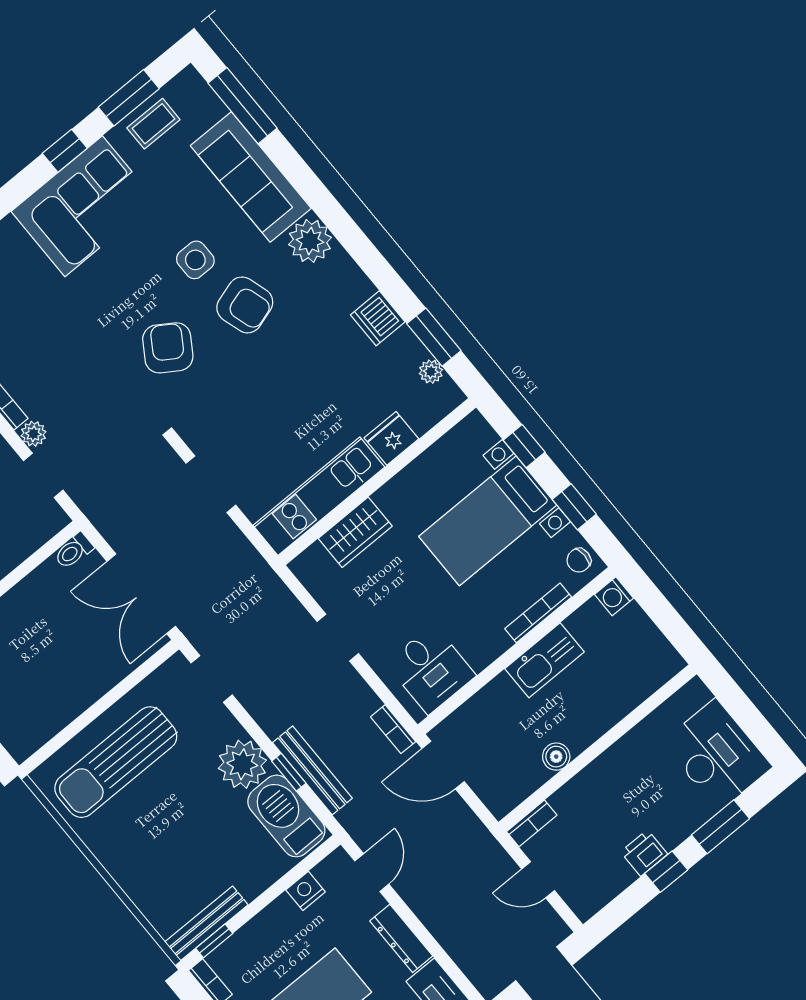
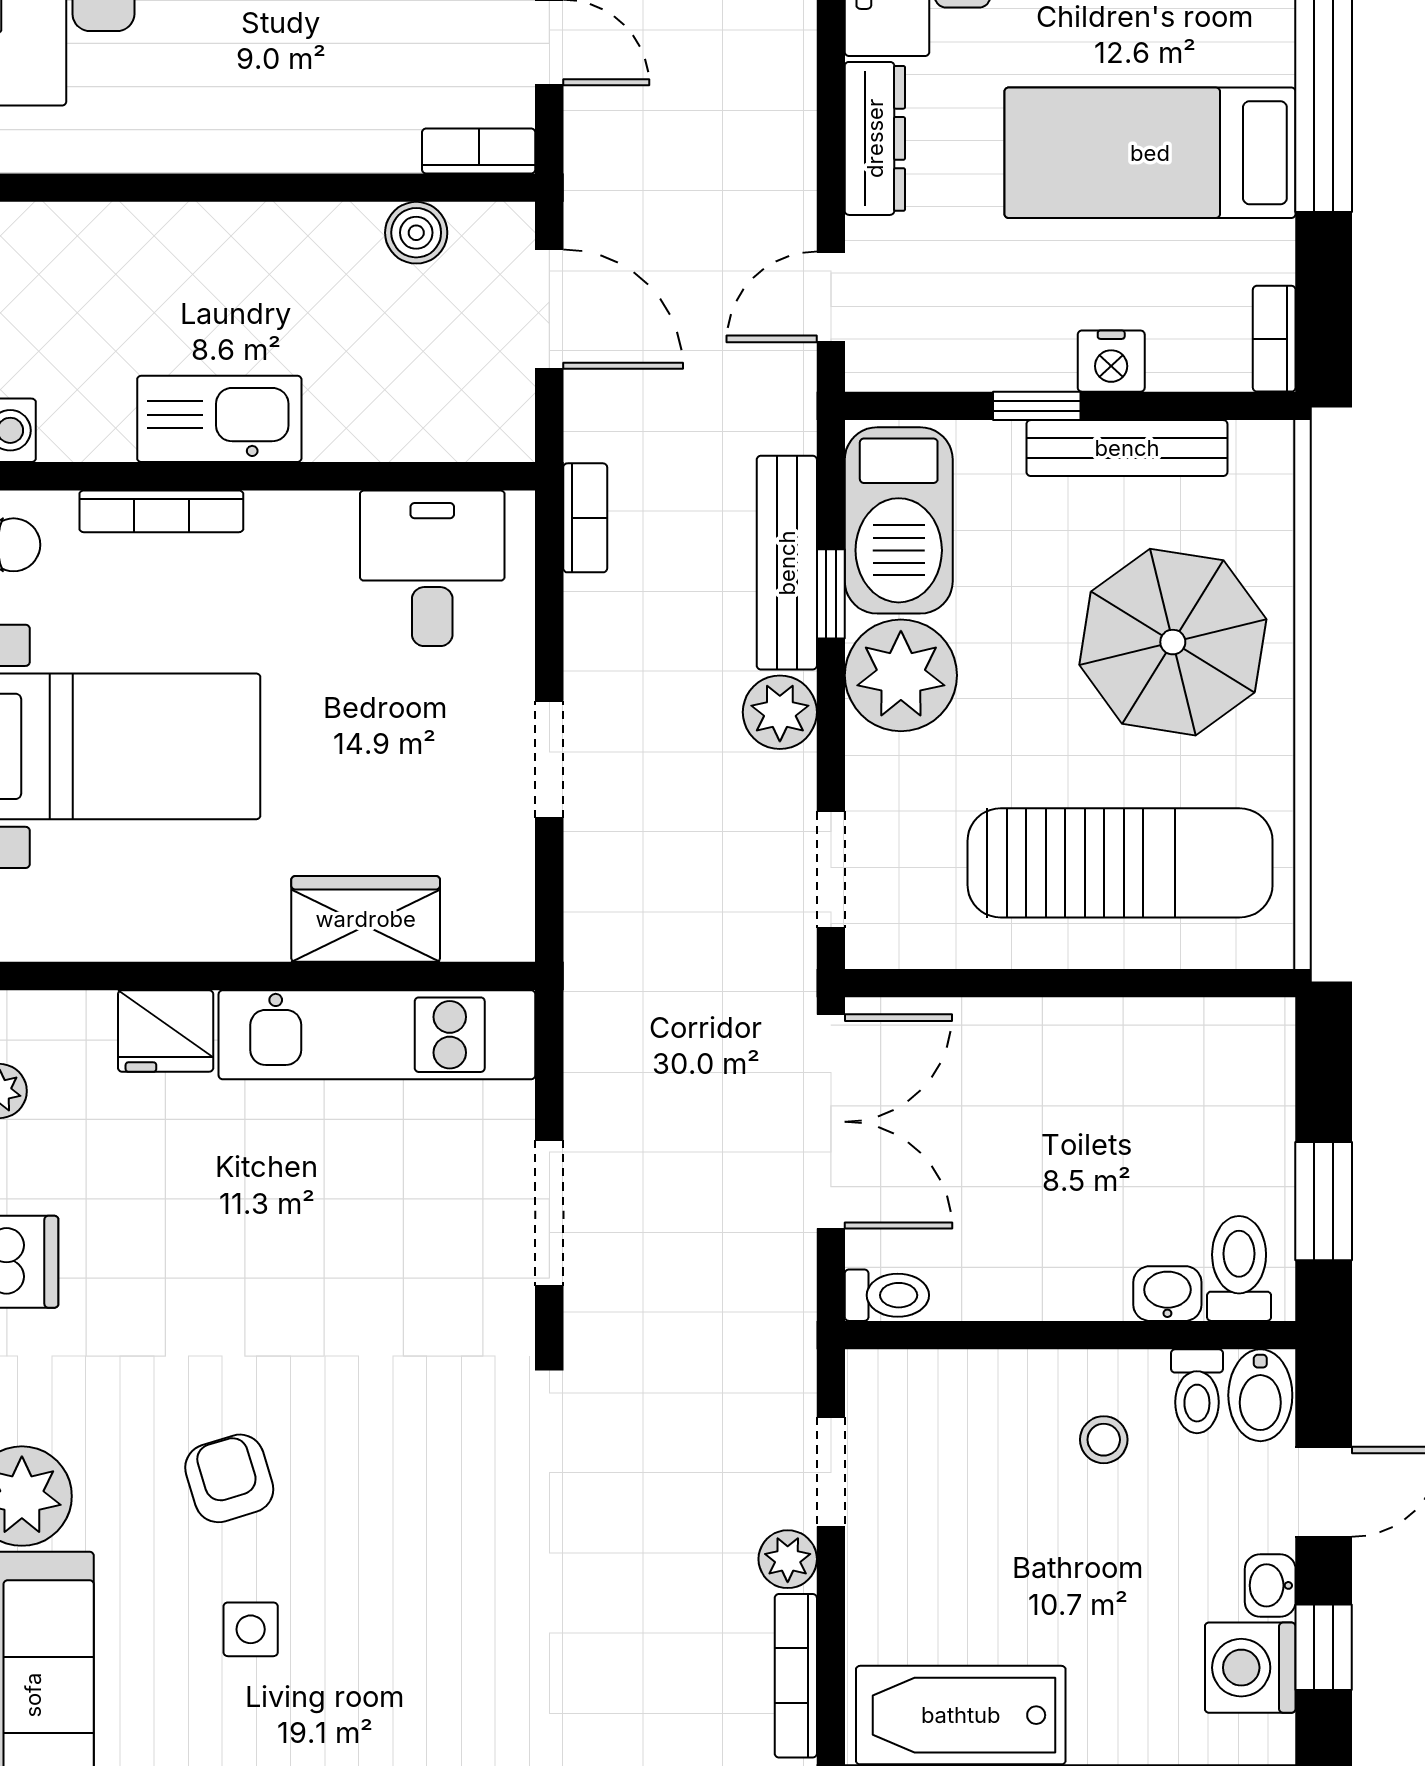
side table: (195, 260) -> (251, 1629), width x0.73, depth x0.73
armchair: (245, 305) -> (229, 1478), width x0.72, depth x0.72
armchair: (168, 348) -> (427, 1515), removed
plant: (273, 718) -> (780, 712), added
boiler: (556, 757) -> (416, 233), moved
door: (443, 765) -> (549, 309), moved
parasol: (160, 852) -> (1173, 642), added
nightstand: (306, 891) -> (1111, 361), moved
bench: (206, 923) -> (1127, 448), moved
window: (214, 941) -> (1037, 406), moved

